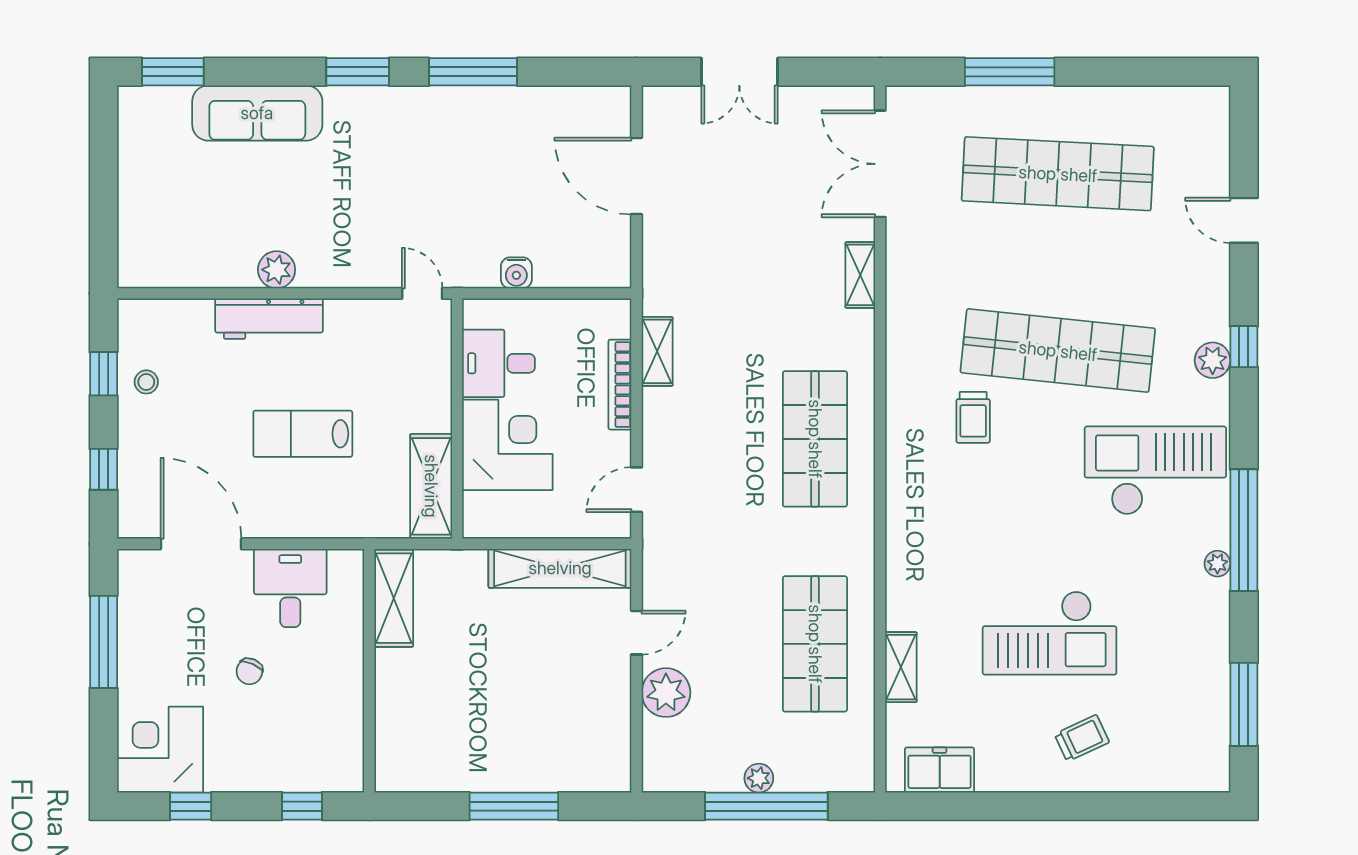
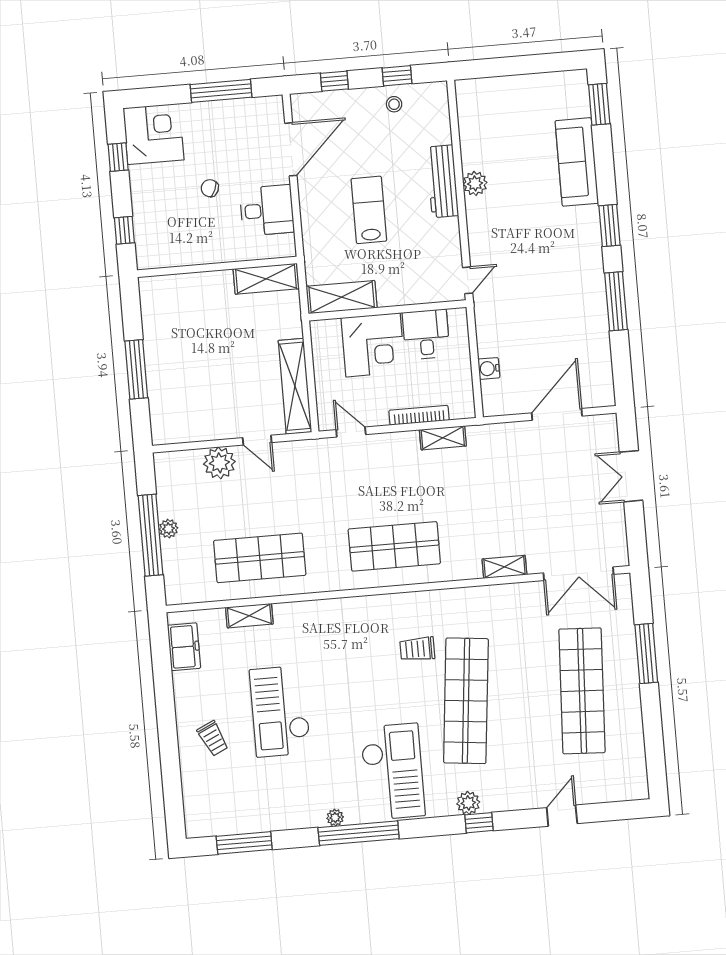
double door: (880, 164) -> (579, 574), swing flipped
water cooler: (516, 273) -> (489, 368), moved

